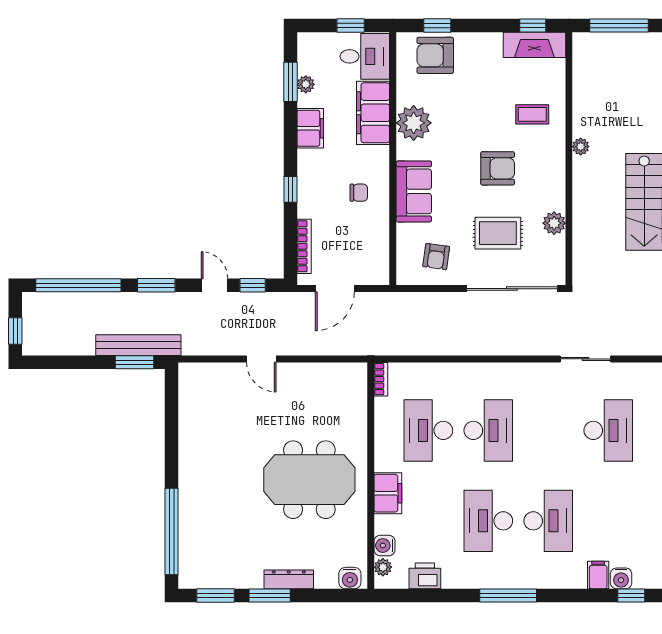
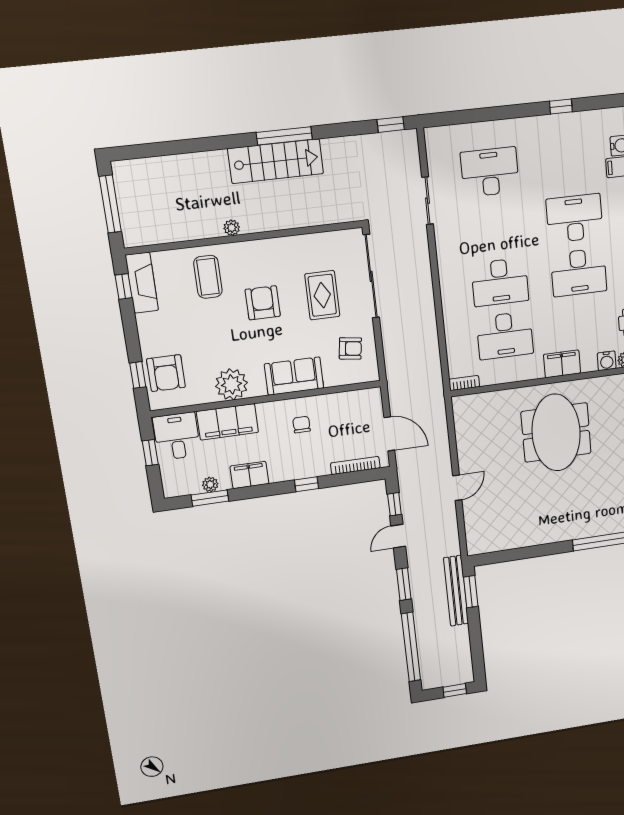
coffee table: (532, 114) -> (208, 277), width x1.36, depth x1.30
plant: (554, 223) -> (307, 244), removed
desk: (488, 430) -> (500, 282), turned 180

